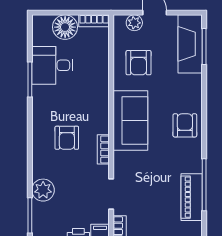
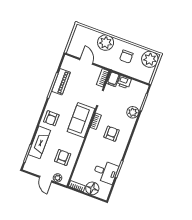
fireplace: (190, 44) -> (39, 142), moved
sofa: (130, 120) -> (81, 120), moved

